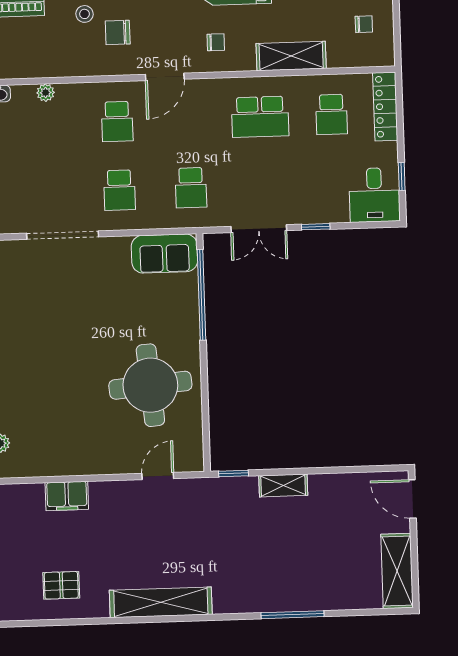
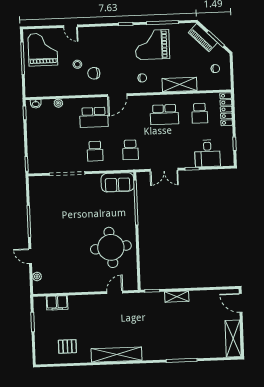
school desk: (117, 122) -> (94, 117), width x1.85
desk: (374, 195) -> (207, 153), moved
filing cabinet: (67, 496) -> (57, 303), moved

